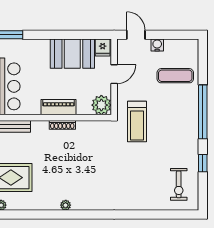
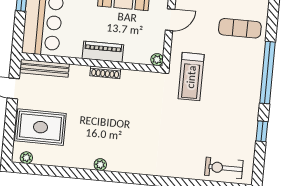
plant: (101, 105) -> (157, 60), width x0.53, depth x0.53
exercise bike: (179, 184) -> (224, 168), moved, turned 90

